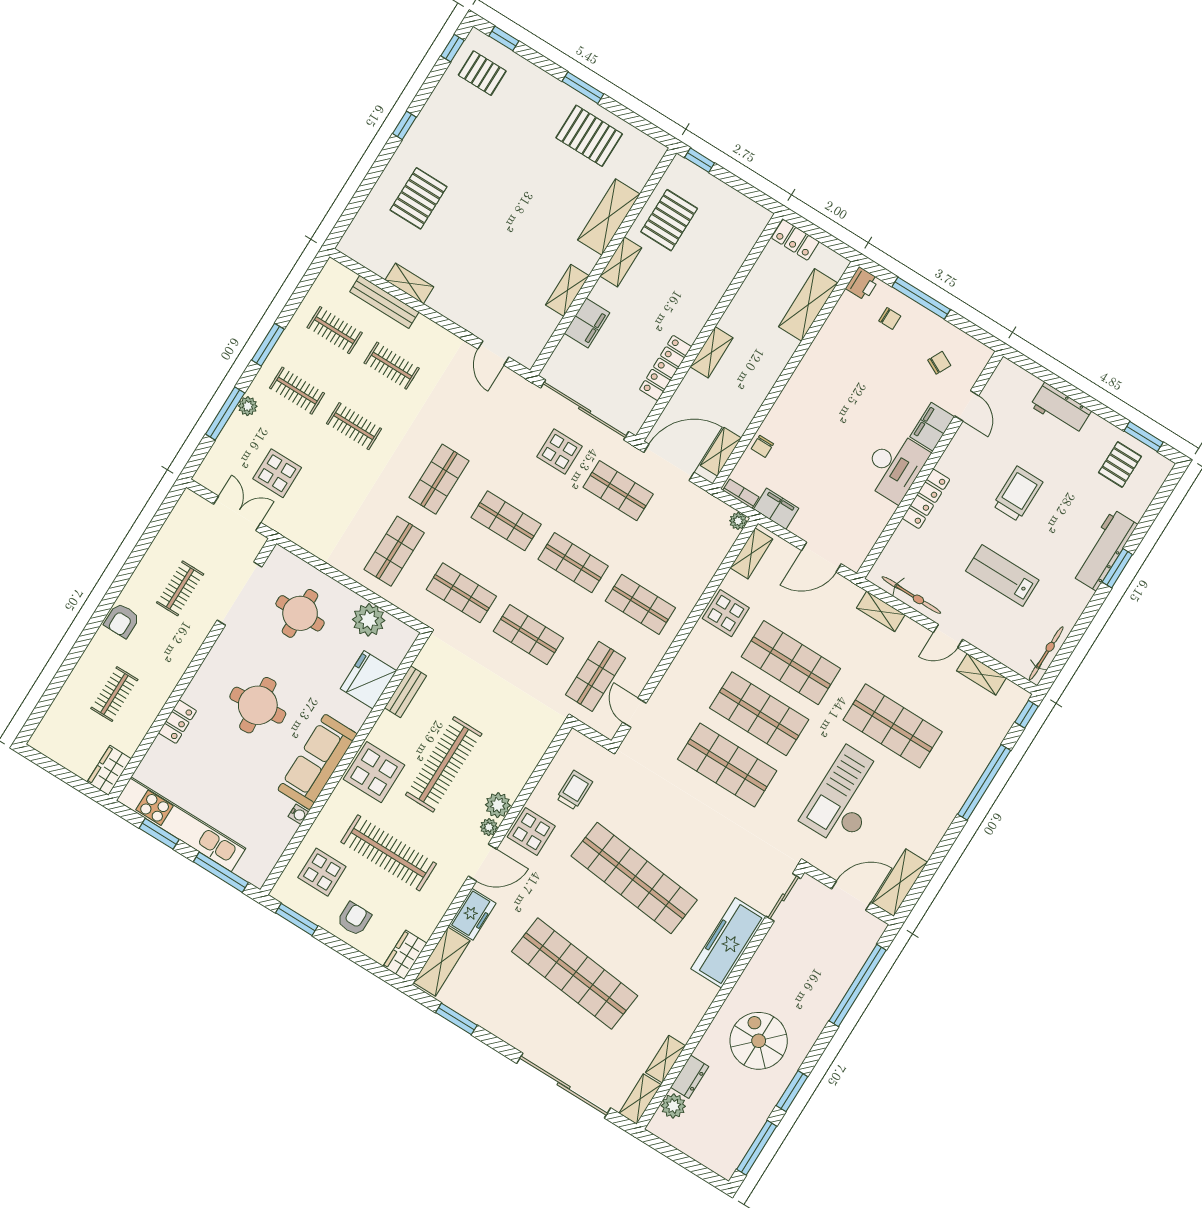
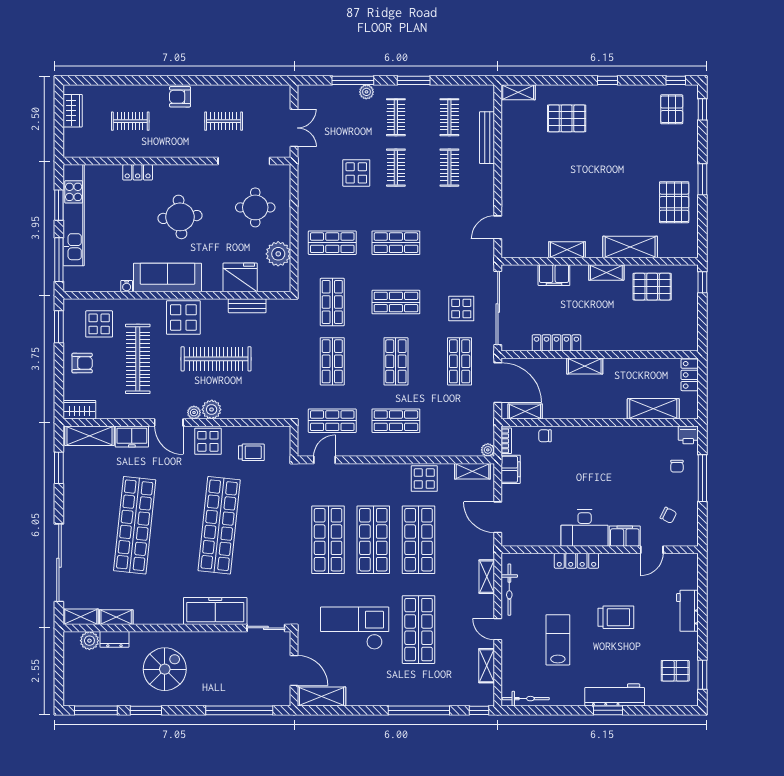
shelving: (409, 283) -> (518, 92), moved, turned 90
display table: (277, 473) -> (356, 173), moved
shop shelf: (506, 521) -> (396, 302), turned 90
shop shelf: (640, 604) -> (396, 421), turned 90
wardrobe: (109, 770) -> (73, 111), moved, turned 90

